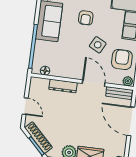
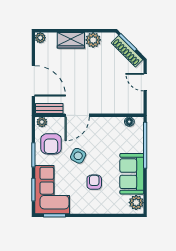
door: (94, 83) -> (77, 115), hinge flipped
dresser: (63, 86) -> (109, 108), removed

